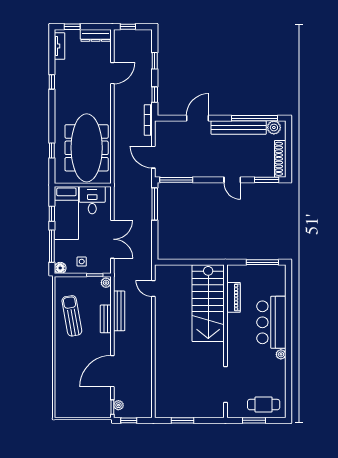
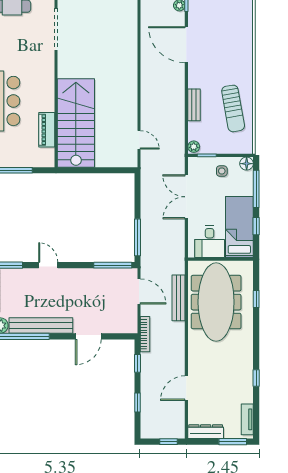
window: (72, 27) -> (233, 442), width x1.50
bench: (119, 311) -> (179, 298), moved
door: (112, 371) -> (186, 45), swing flipped

